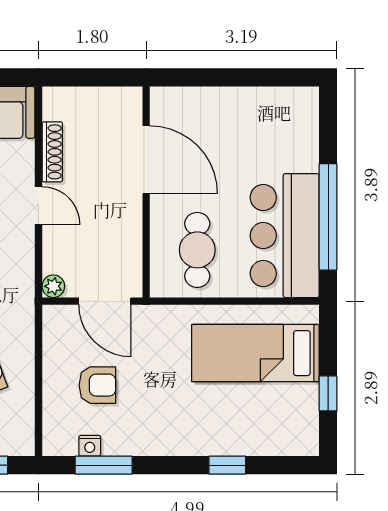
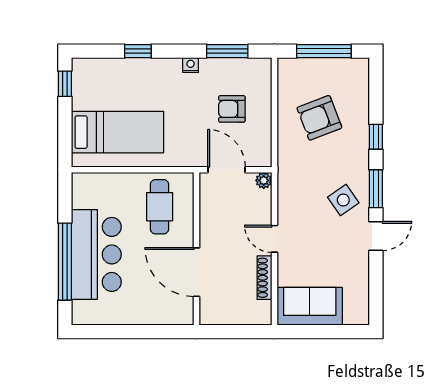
window: (328, 217) -> (65, 262), moved
bar counter: (285, 236) -> (96, 254), moved
window: (328, 393) -> (65, 84), moved
nightstand: (90, 446) -> (191, 65), moved

